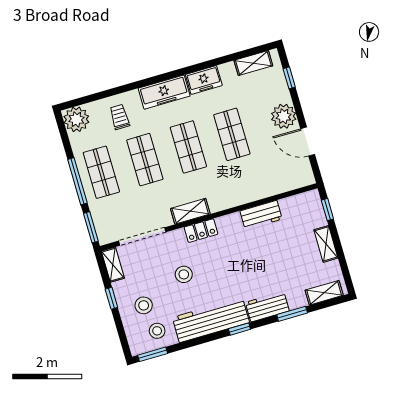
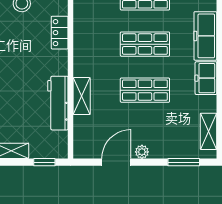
window: (289, 78) -> (184, 162), width x1.50
plant: (284, 116) -> (142, 152), width x0.53, depth x0.53
shelving: (190, 211) -> (82, 96), moved
workbench: (261, 215) -> (58, 103), width x1.38

